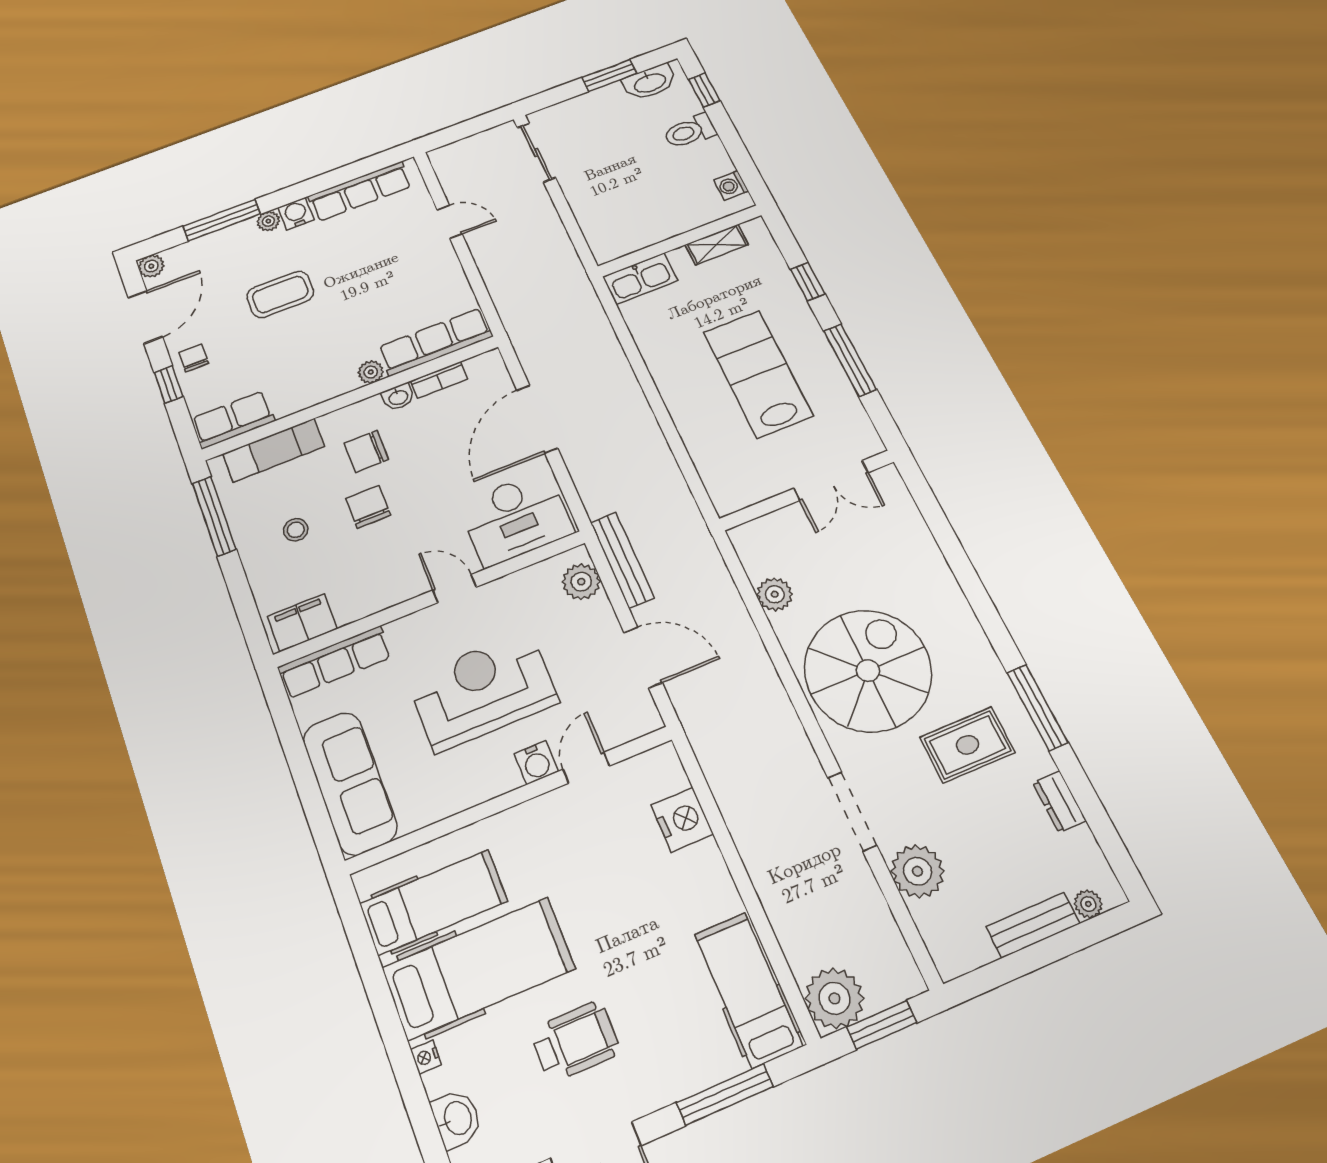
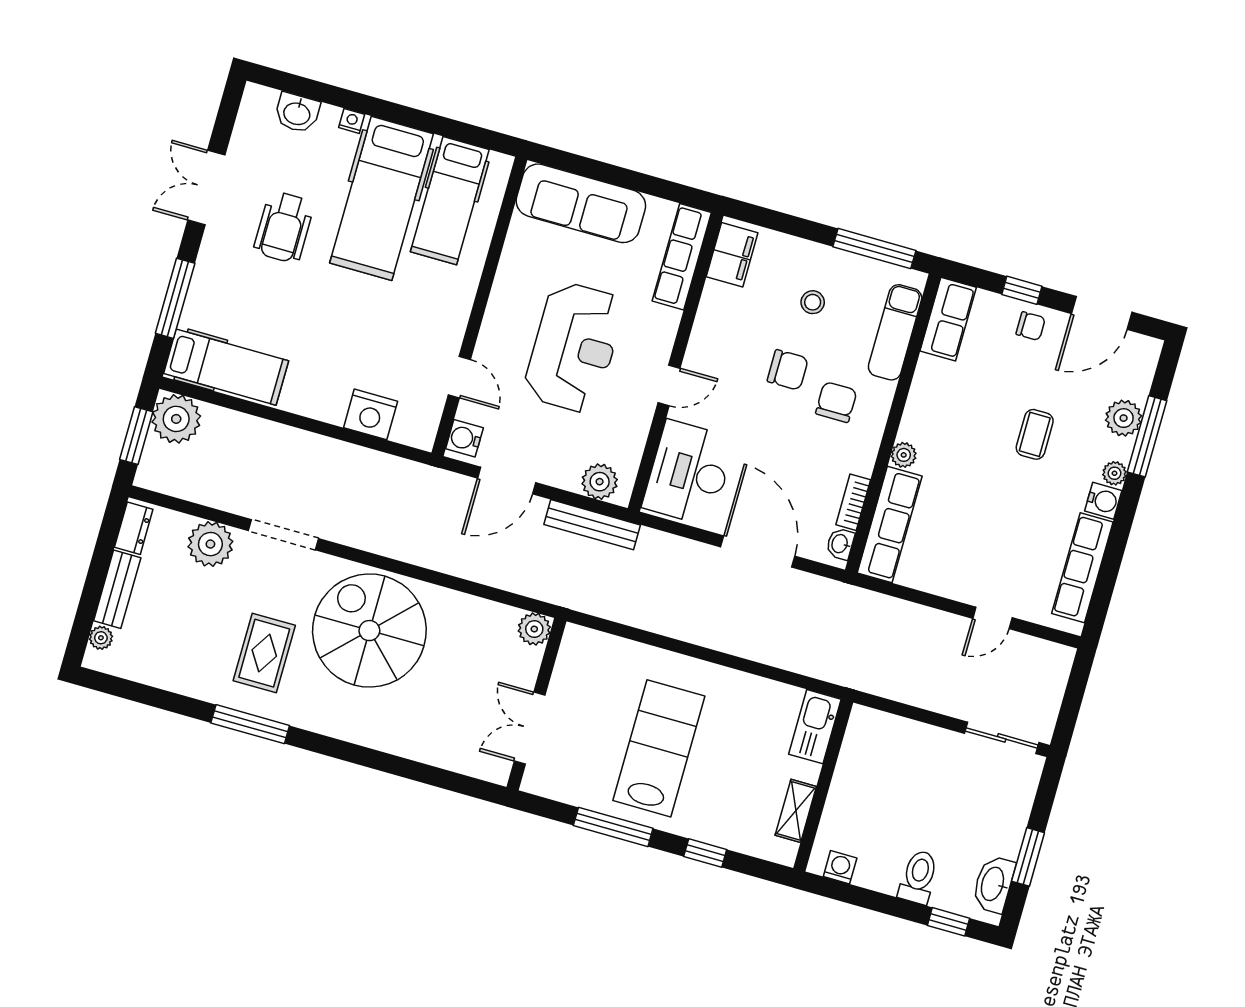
plant: (151, 266) -> (1124, 418), moved, width x1.38, depth x1.38
coffee table: (280, 294) -> (1035, 434), width x0.73, depth x0.77
door: (145, 317) -> (1102, 313), hinge flipped
lab bench: (758, 374) -> (659, 748), turned -90
washbasin: (398, 397) -> (840, 544), moved
plant: (775, 594) -> (534, 629), moved
spiral stairs: (868, 671) -> (369, 631), turned 180
water cooler: (536, 763) -> (464, 438), moved
dresser: (1059, 802) -> (134, 528), moved, turned 90

